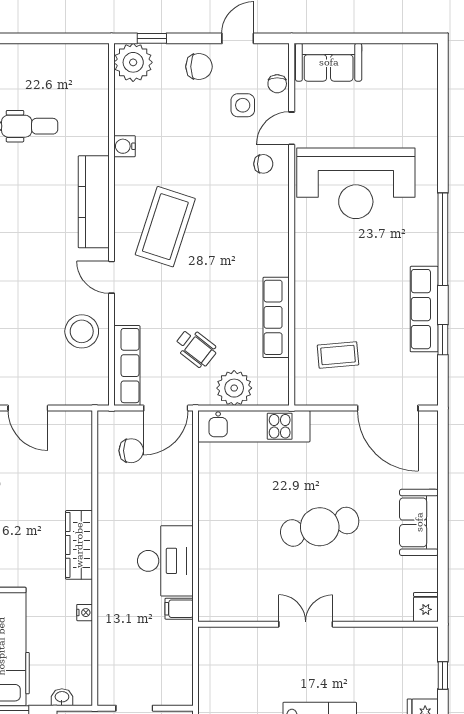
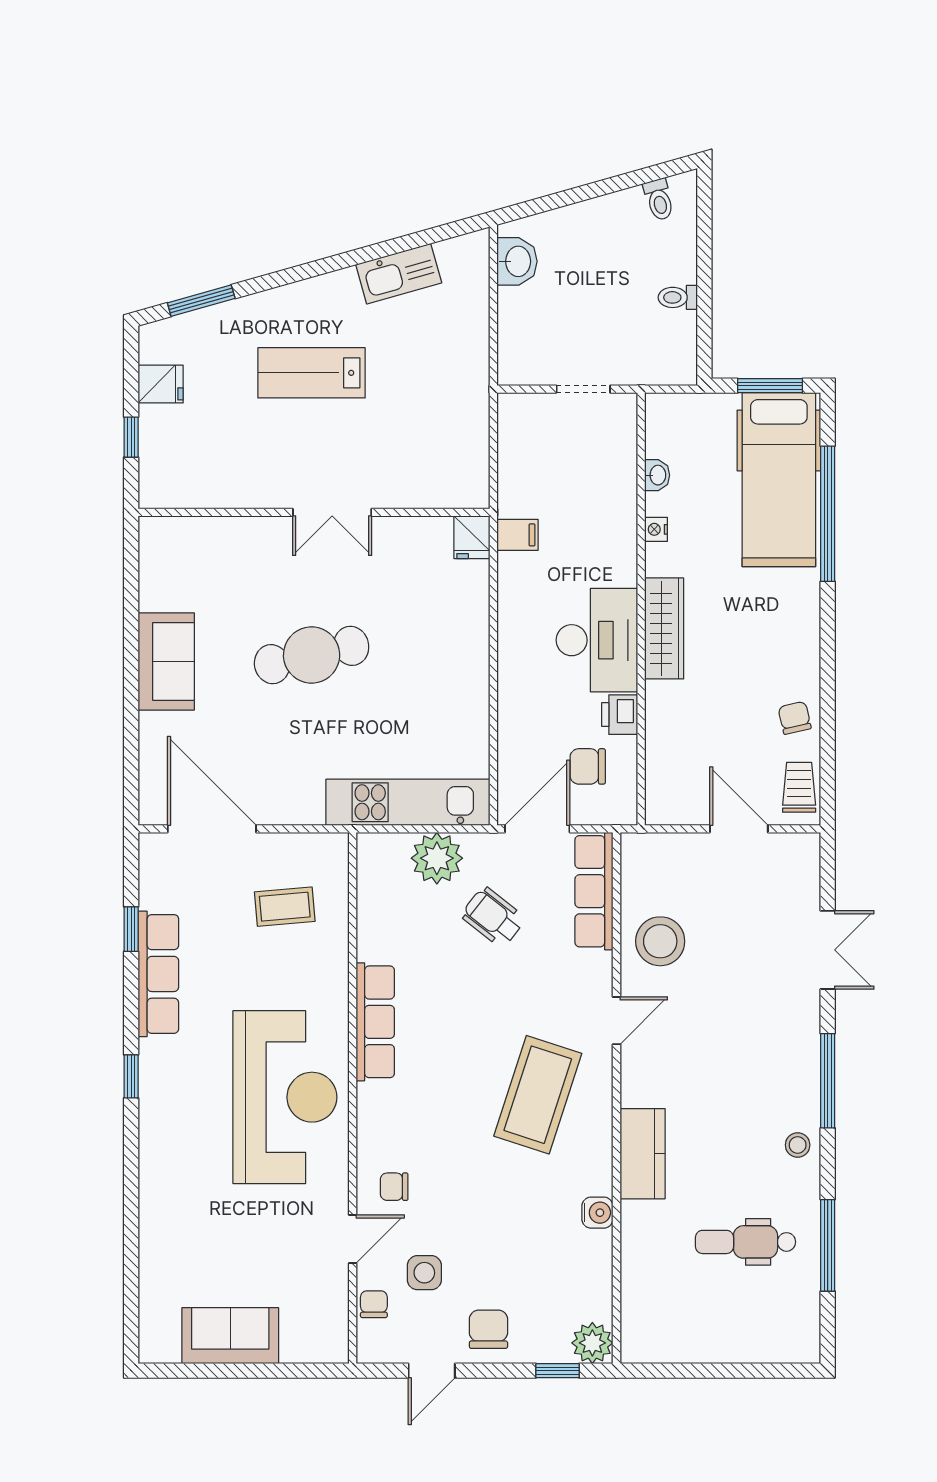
plant: (133, 62) -> (592, 1343), width x0.73, depth x0.73
sofa: (329, 62) -> (230, 1336), moved
chair: (199, 67) -> (488, 1329), turned 90
reception desk: (356, 183) -> (285, 1097), moved, turned 90
kitchen counter: (94, 202) -> (643, 1154), width x0.67
window: (443, 239) -> (131, 1076), width x0.32
door: (112, 277) -> (617, 1021), hinge flipped
row of seats: (276, 317) -> (375, 1022), moved
printer: (109, 486) -> (620, 715), added
desk: (165, 561) -> (597, 640), moved, turned 180
fridge: (426, 607) -> (472, 537), moved
washbasin: (62, 697) -> (657, 475), moved, turned -90

